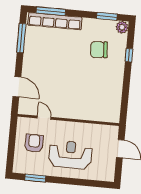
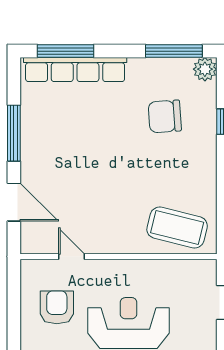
window: (107, 16) -> (174, 51), width x1.44
window: (21, 38) -> (14, 133), moved
coffee table: (100, 108) -> (177, 228), added

